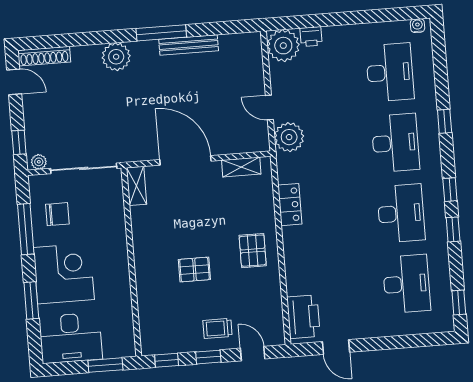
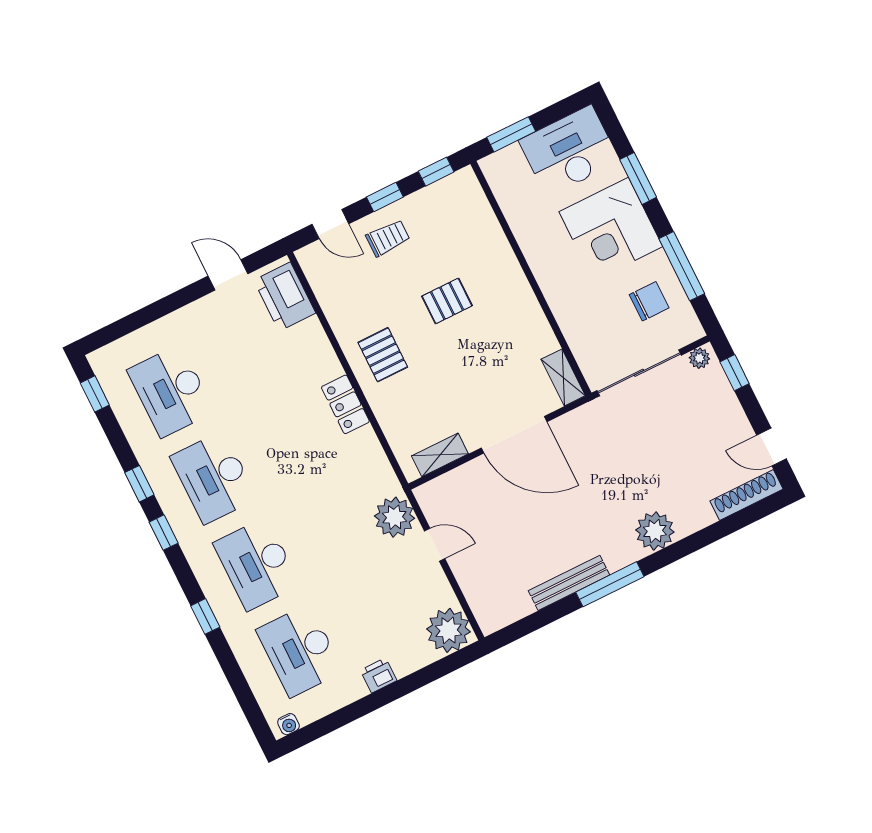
printer: (311, 37) -> (379, 675), moved
locker: (290, 205) -> (345, 404), moved
chair: (57, 214) -> (649, 301), turned 180

